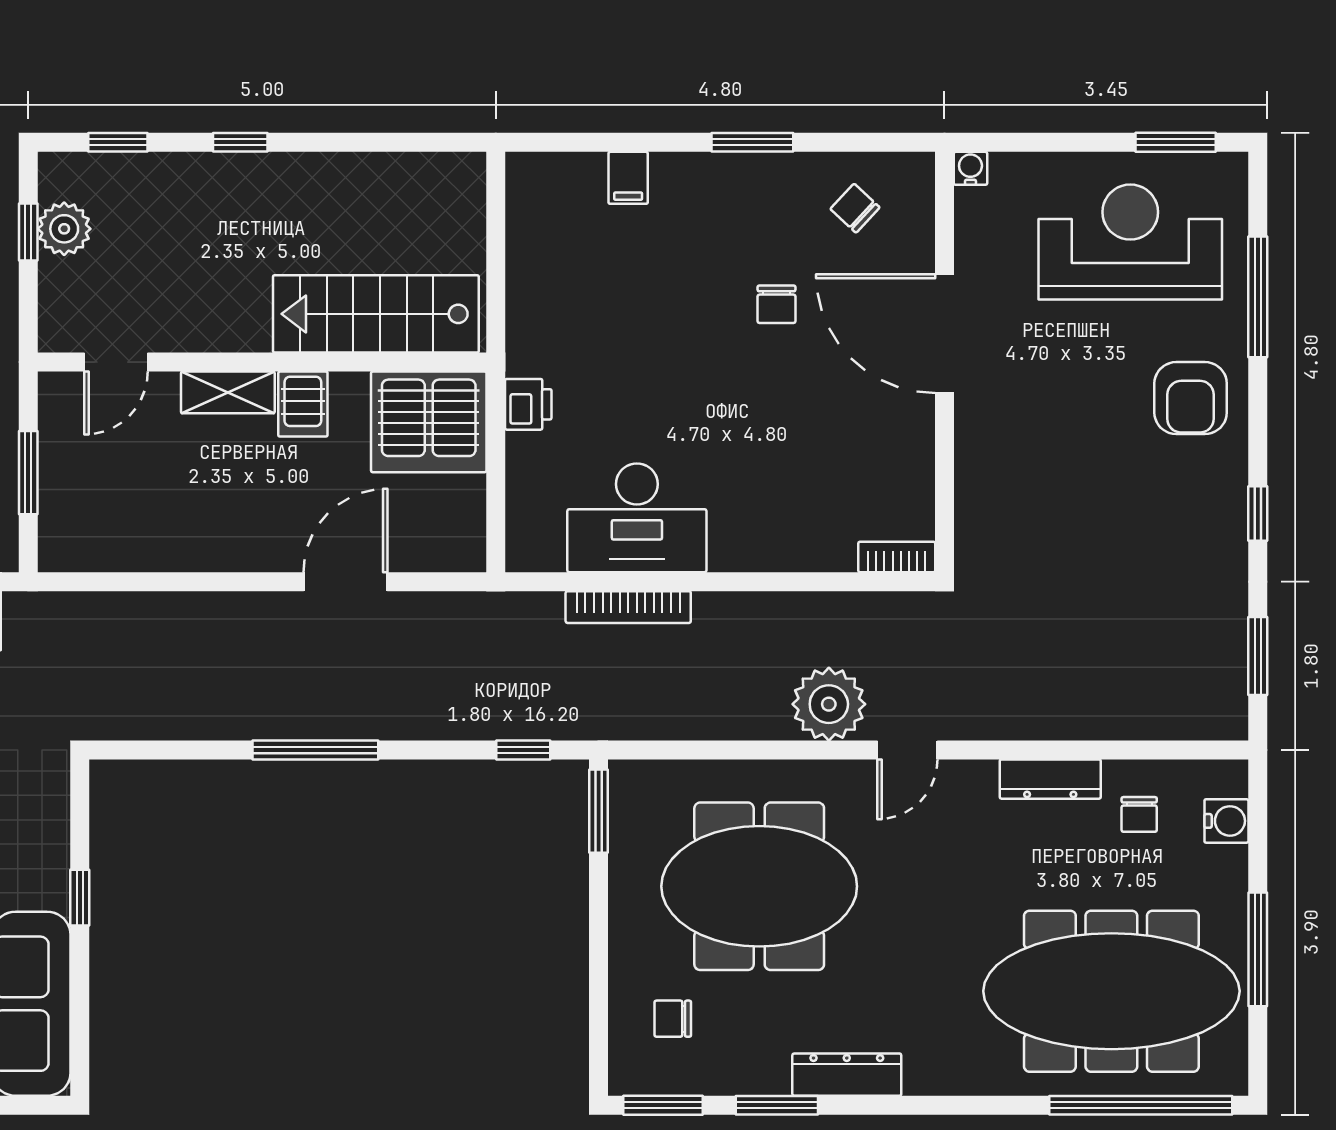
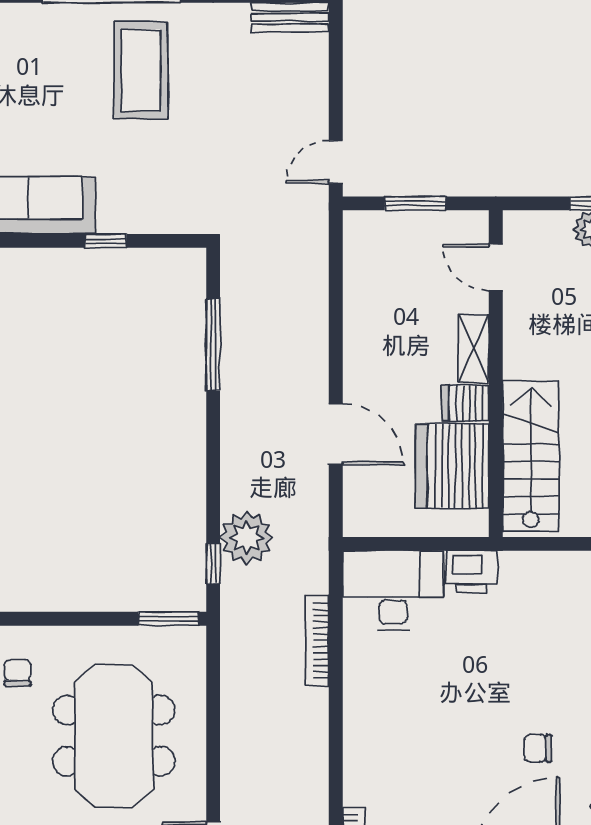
printer: (528, 404) -> (472, 572), width x1.36, depth x1.24
server rack: (429, 422) -> (452, 466), moved
desk: (637, 518) -> (393, 590), moved, turned 90
plant: (829, 704) -> (247, 538), moved
window: (315, 750) -> (213, 345), moved

